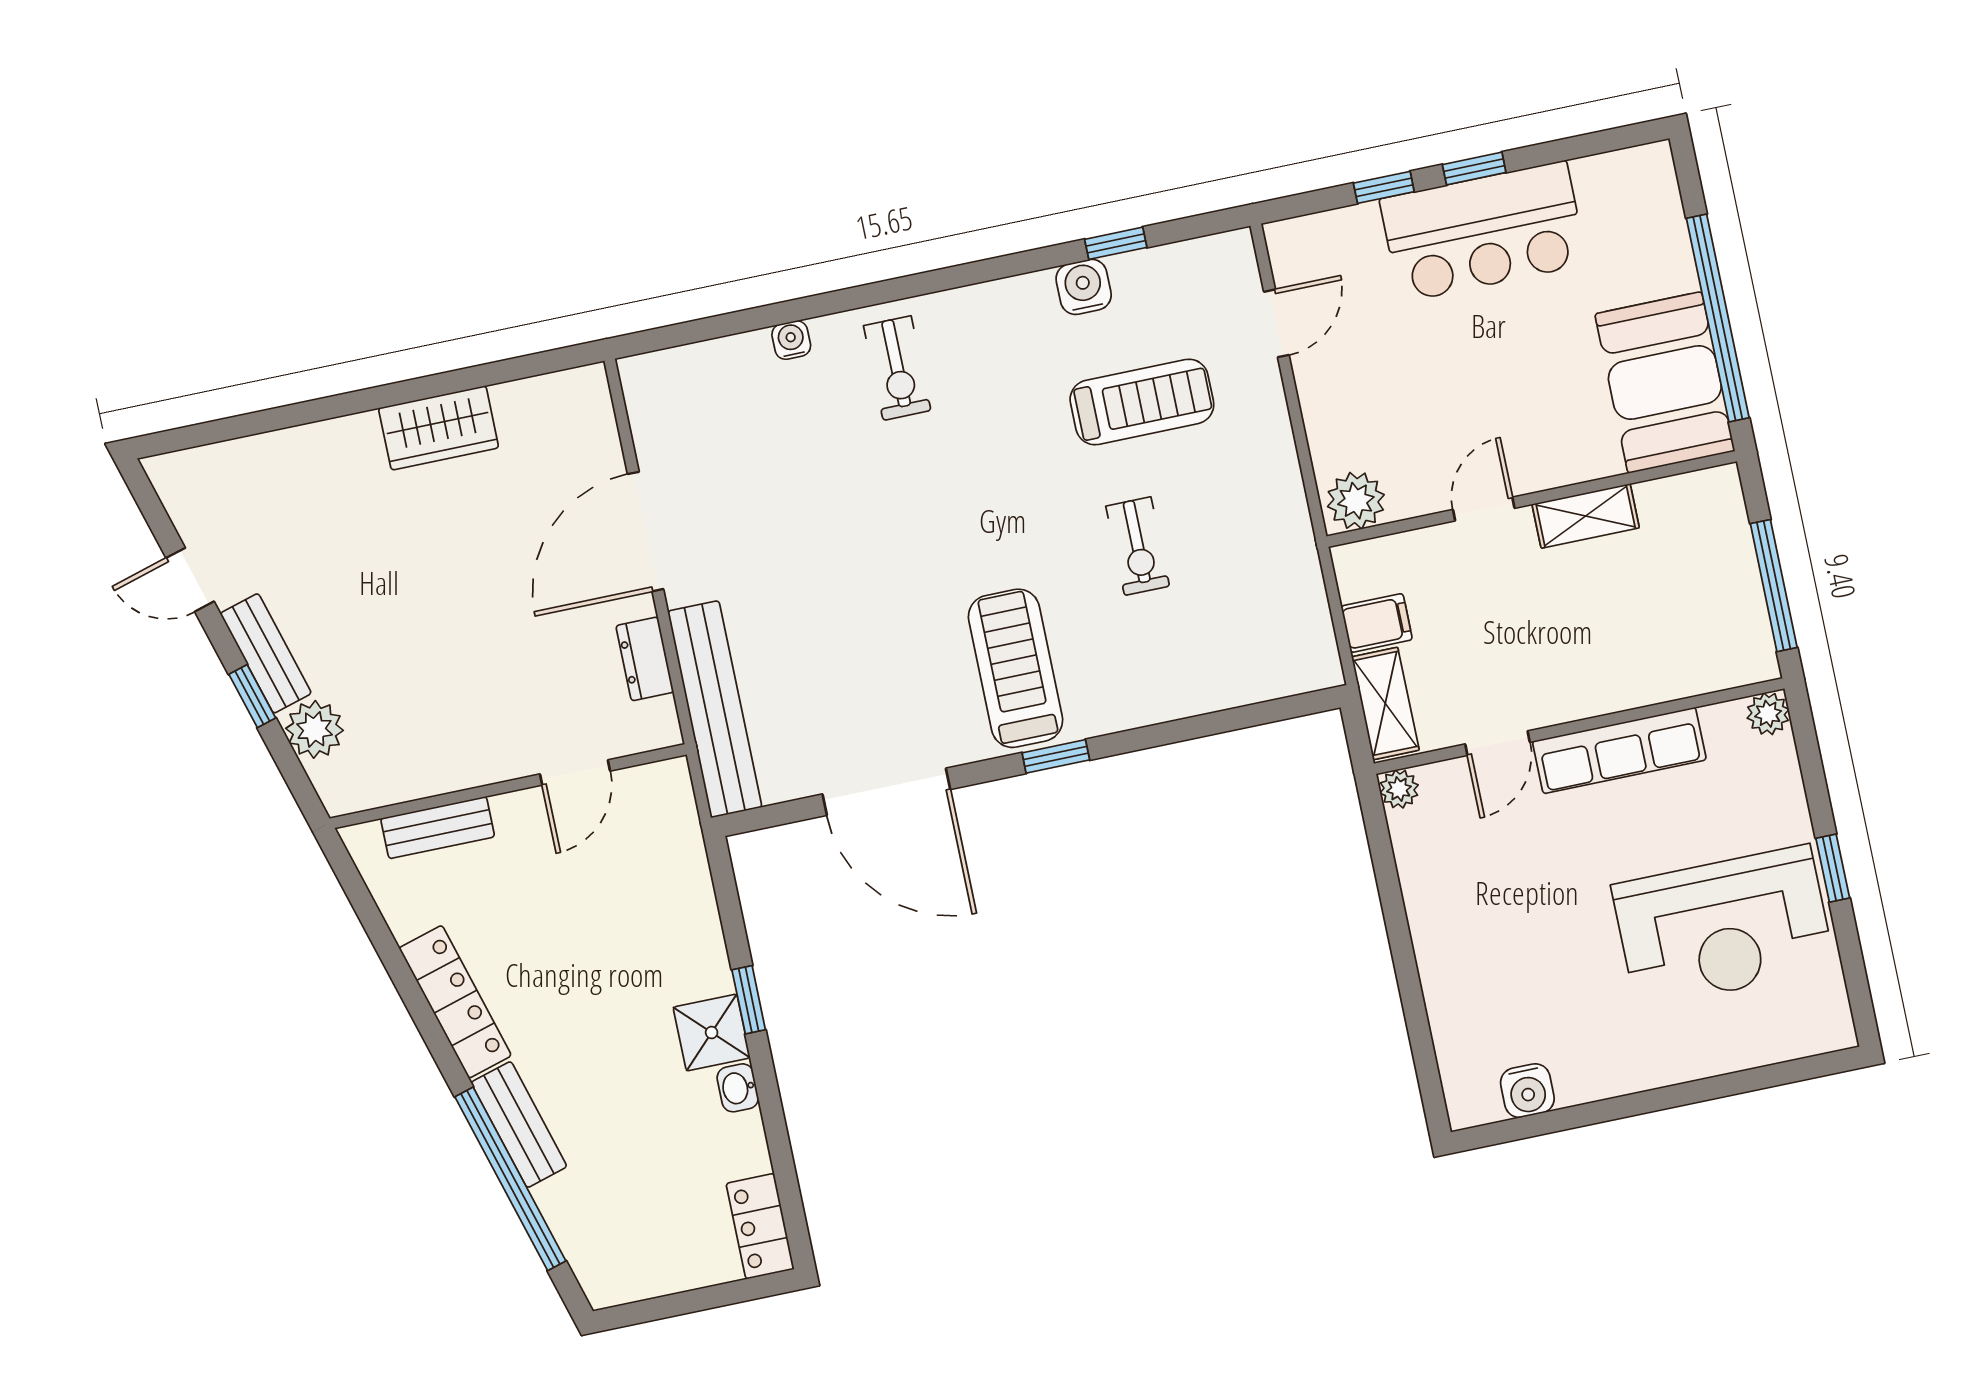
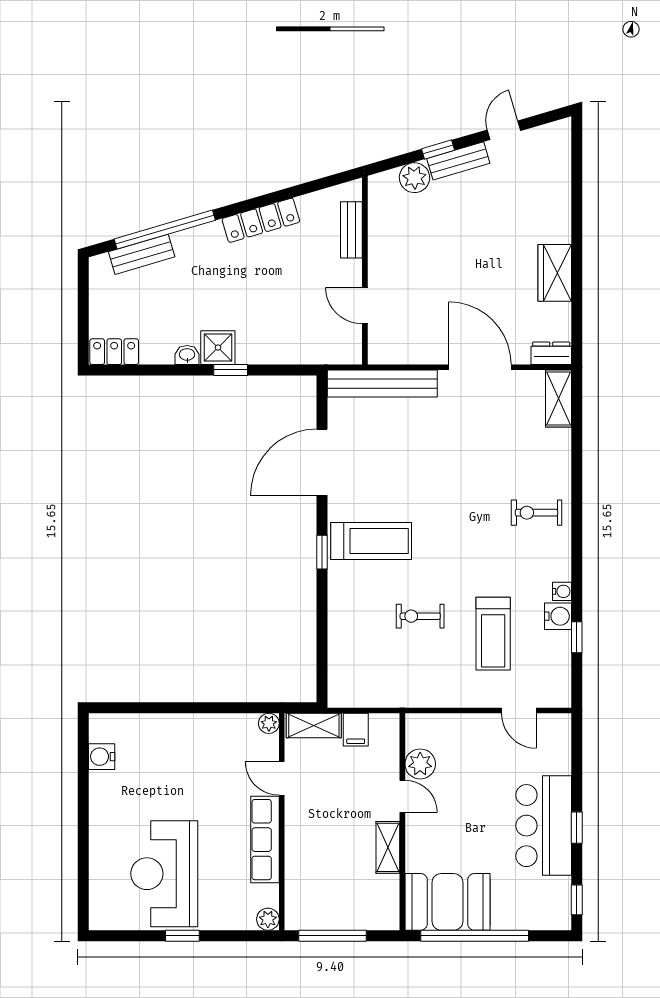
window: (1384, 187) -> (577, 900), moved
water cooler: (791, 340) -> (562, 591), moved
shelving: (674, 372) -> (558, 399), added
plant: (1356, 501) -> (420, 764), moved
dresser: (645, 659) -> (551, 353), moved
bench: (519, 1125) -> (142, 254), moved

